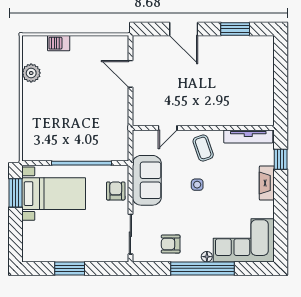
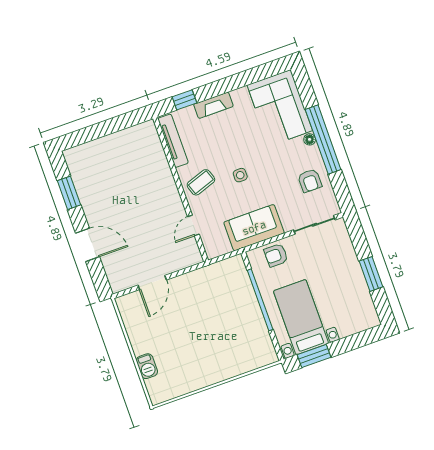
door: (184, 29) -> (88, 245), hinge flipped
plant: (31, 73) -> (187, 383), removed
door: (168, 128) -> (193, 225), swing flipped

